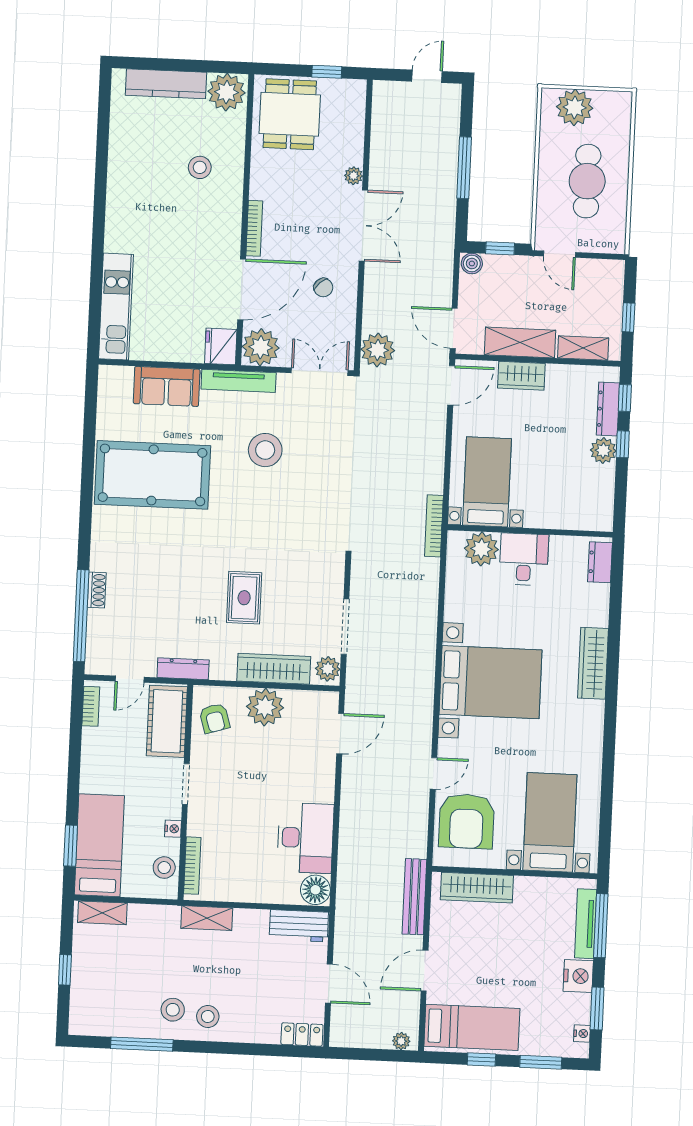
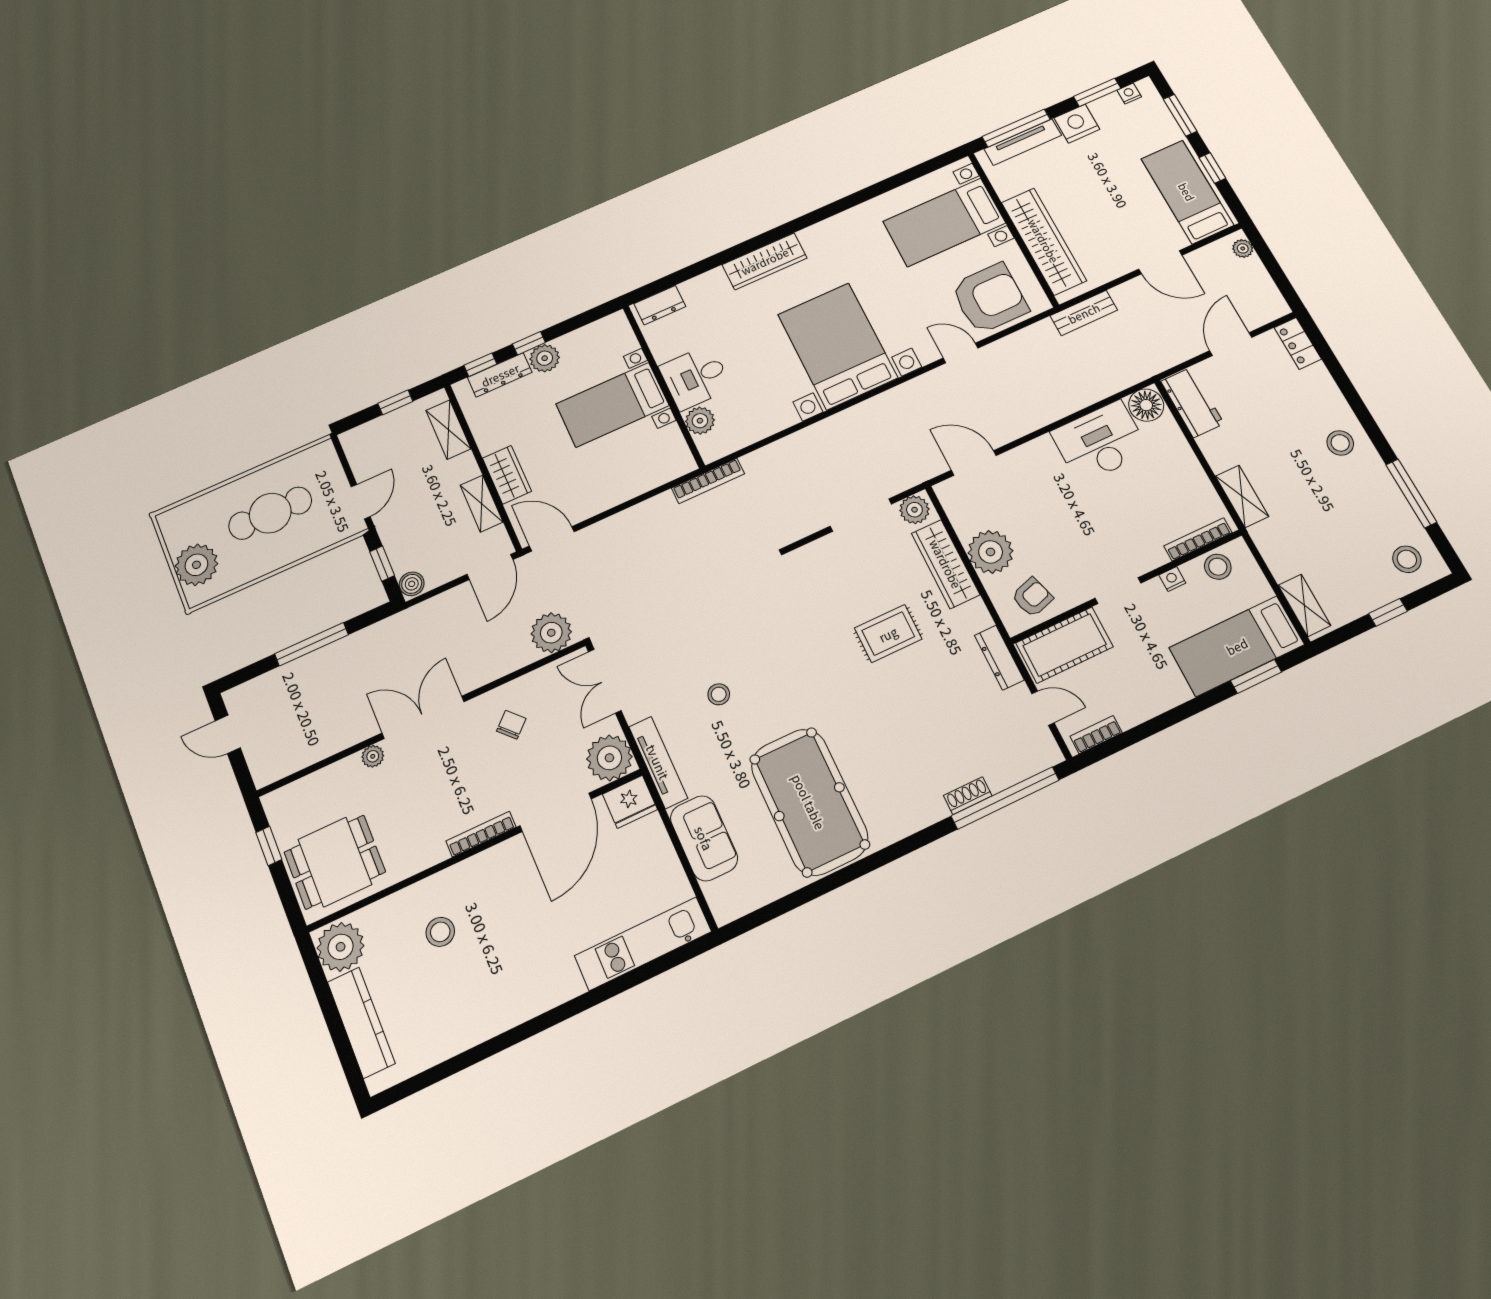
door: (242, 289) -> (556, 812), swing flipped
shelving: (520, 342) -> (481, 504), width x0.67, depth x0.75
stool: (265, 450) -> (719, 694), width x0.53, depth x0.53
bed with nightstands: (487, 482) -> (613, 405), moved
plant: (481, 549) -> (700, 421), width x0.73, depth x0.73
wardrobe: (477, 888) -> (1044, 241), width x1.40, depth x1.17
bench: (414, 897) -> (1084, 313), width x0.73
stool: (173, 1010) -> (1407, 559), moved

